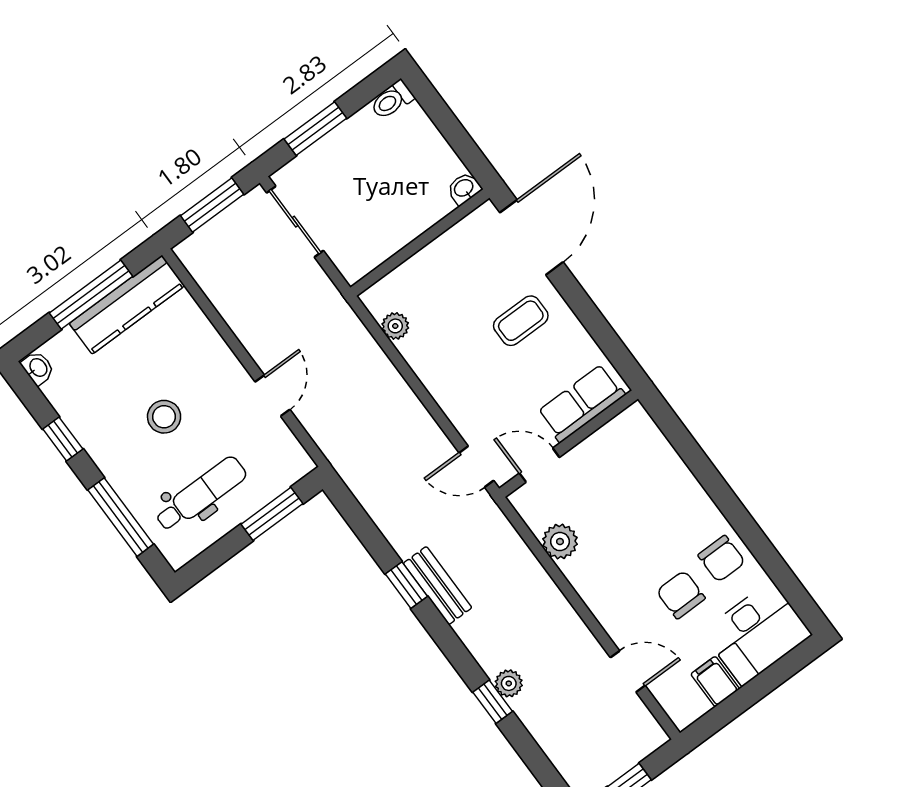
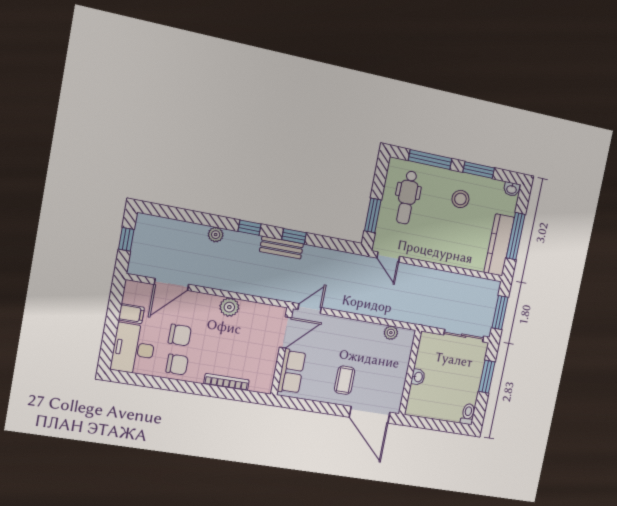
washbasin: (464, 188) -> (418, 377), moved
door: (273, 396) -> (388, 257), moved
stool: (164, 417) -> (460, 199), moved
window: (63, 439) -> (479, 170), width x1.50
door: (539, 465) -> (285, 332), width x1.38
bookcase: (680, 473) -> (227, 382), added
plant: (560, 542) -> (229, 307), moved
chair: (722, 559) -> (177, 364), turned 180
door: (628, 671) -> (171, 284), width x1.38
window: (493, 702) -> (250, 228), moved

